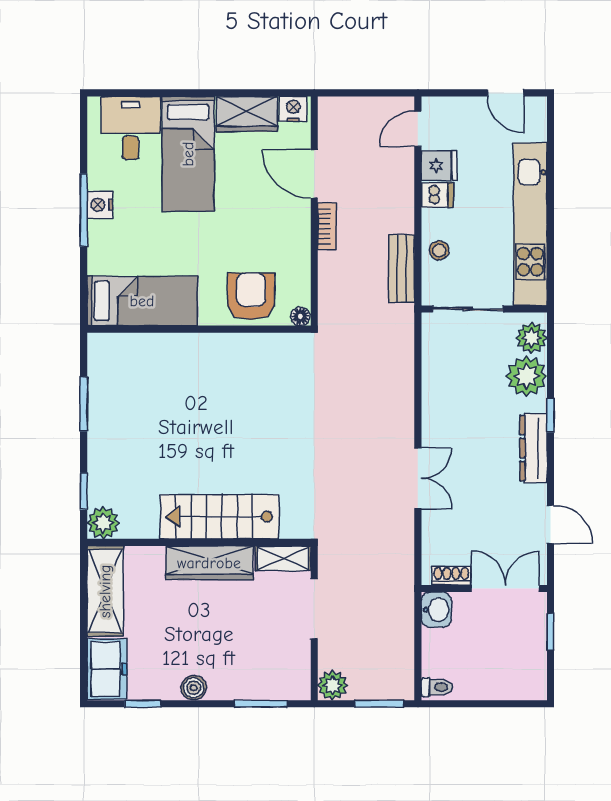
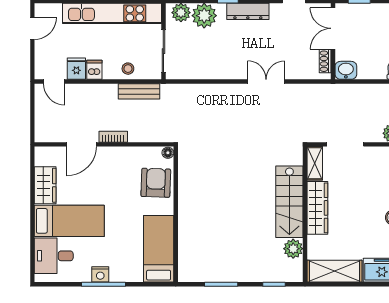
nightstand: (293, 109) -> (42, 157), removed
armchair: (251, 296) -> (156, 183), turned 92
plant: (103, 523) -> (293, 249), moved

